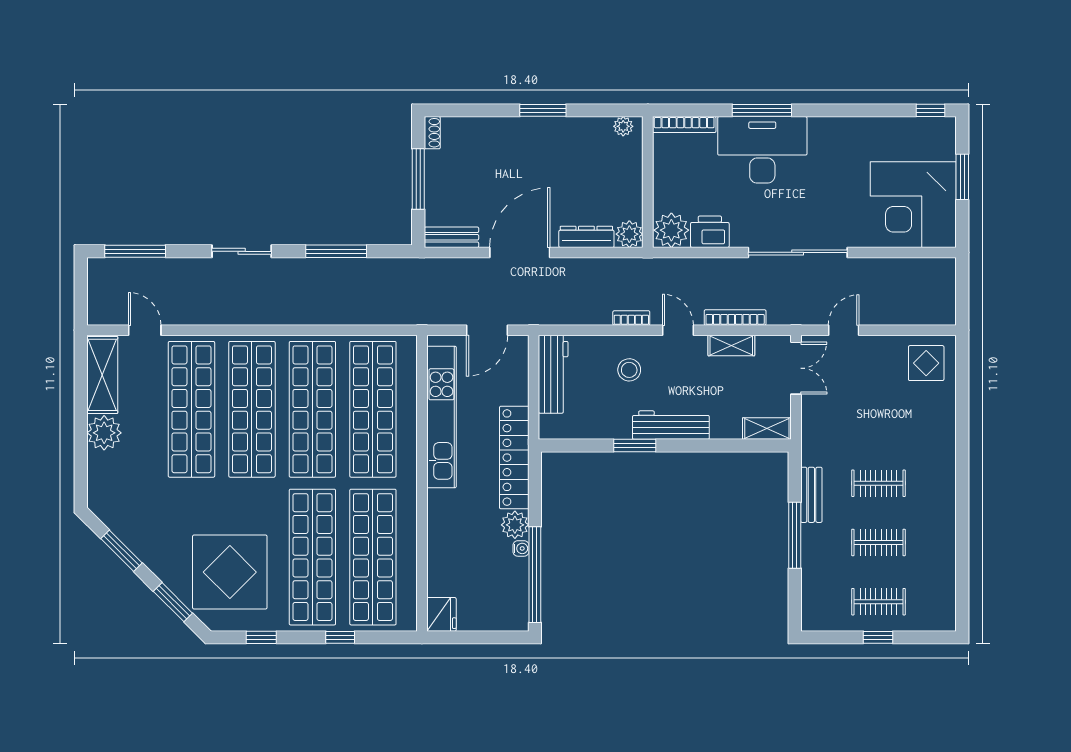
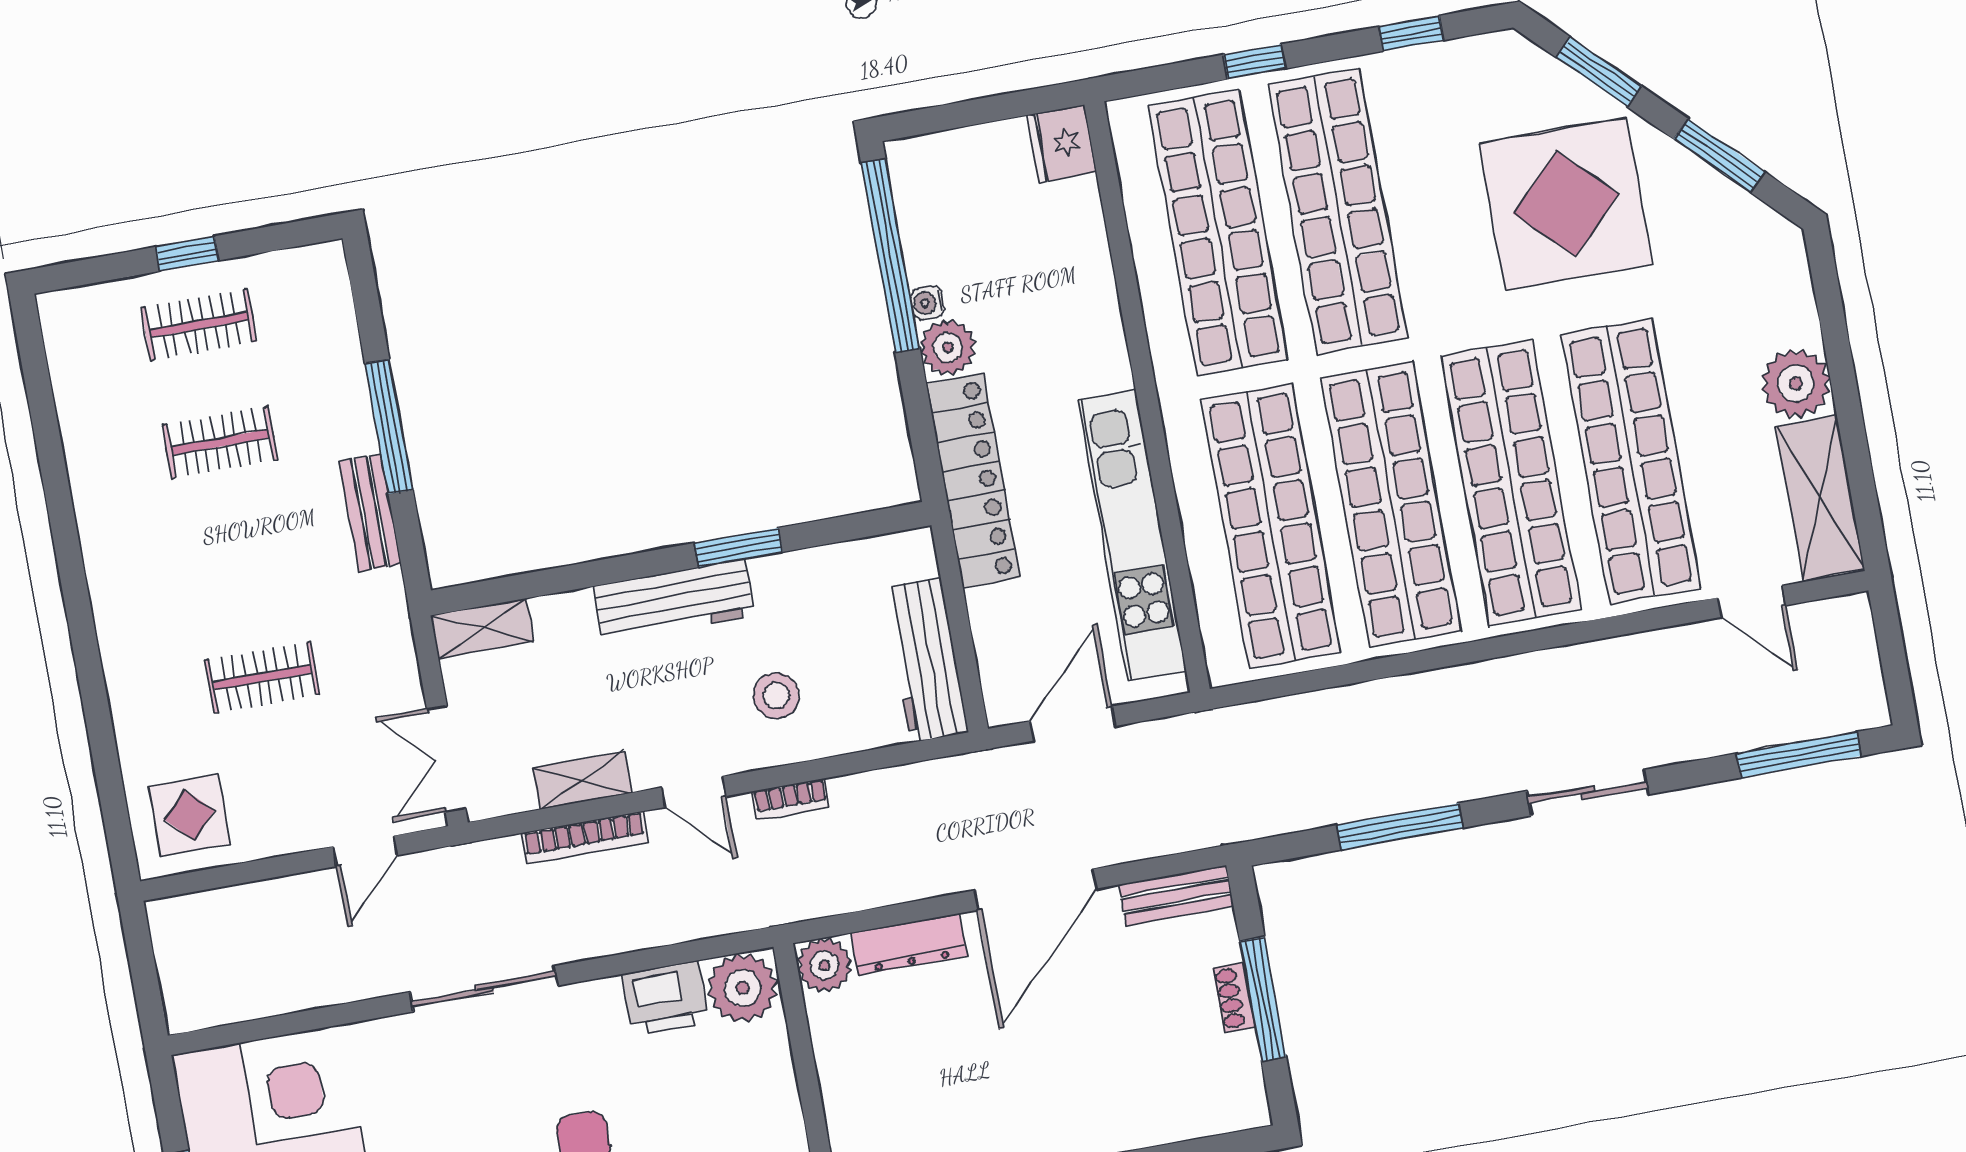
shoe rack: (432, 133) -> (1234, 998), moved
sliding door: (798, 252) -> (484, 989), width x0.73
clothes rail: (878, 483) -> (262, 677), moved
display table: (230, 572) -> (1566, 204), moved

